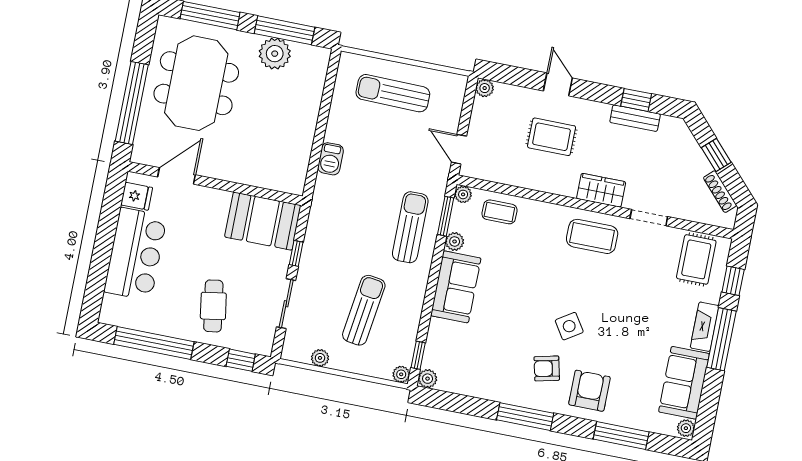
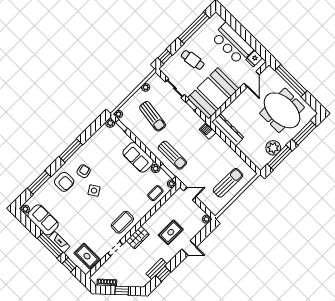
dresser: (297, 158) -> (228, 130), added
barbecue: (331, 159) -> (208, 131), moved
booth: (263, 221) -> (213, 93), width x1.36, depth x1.42

